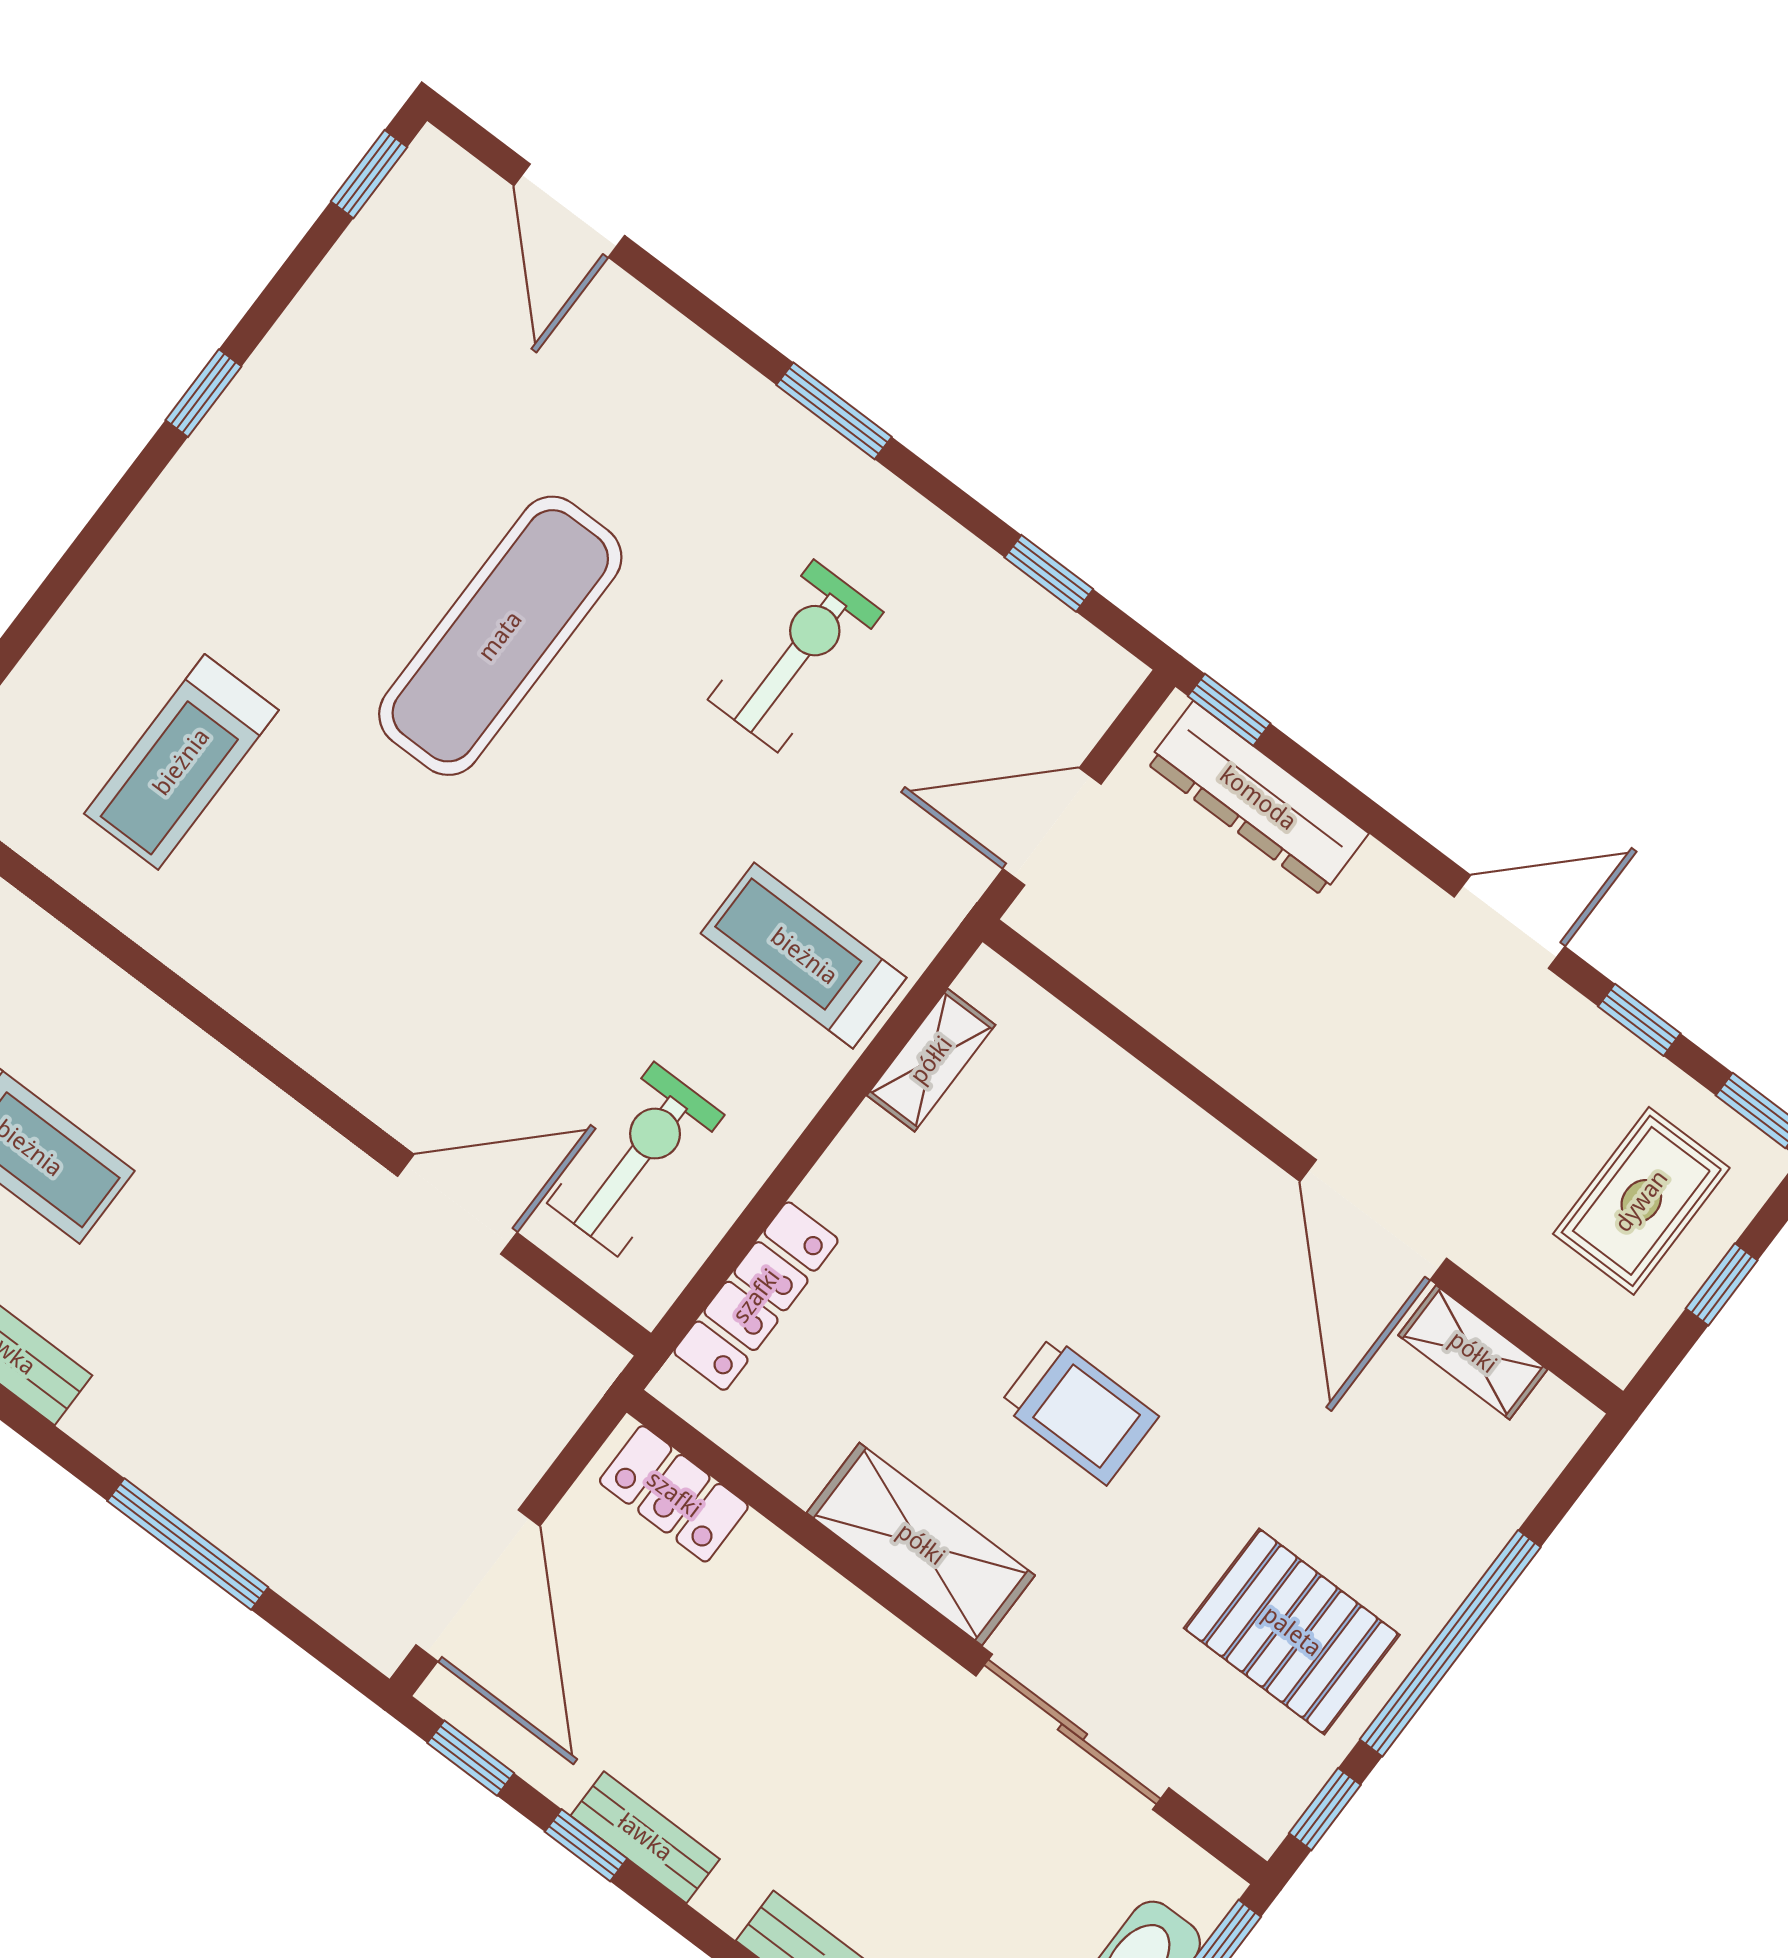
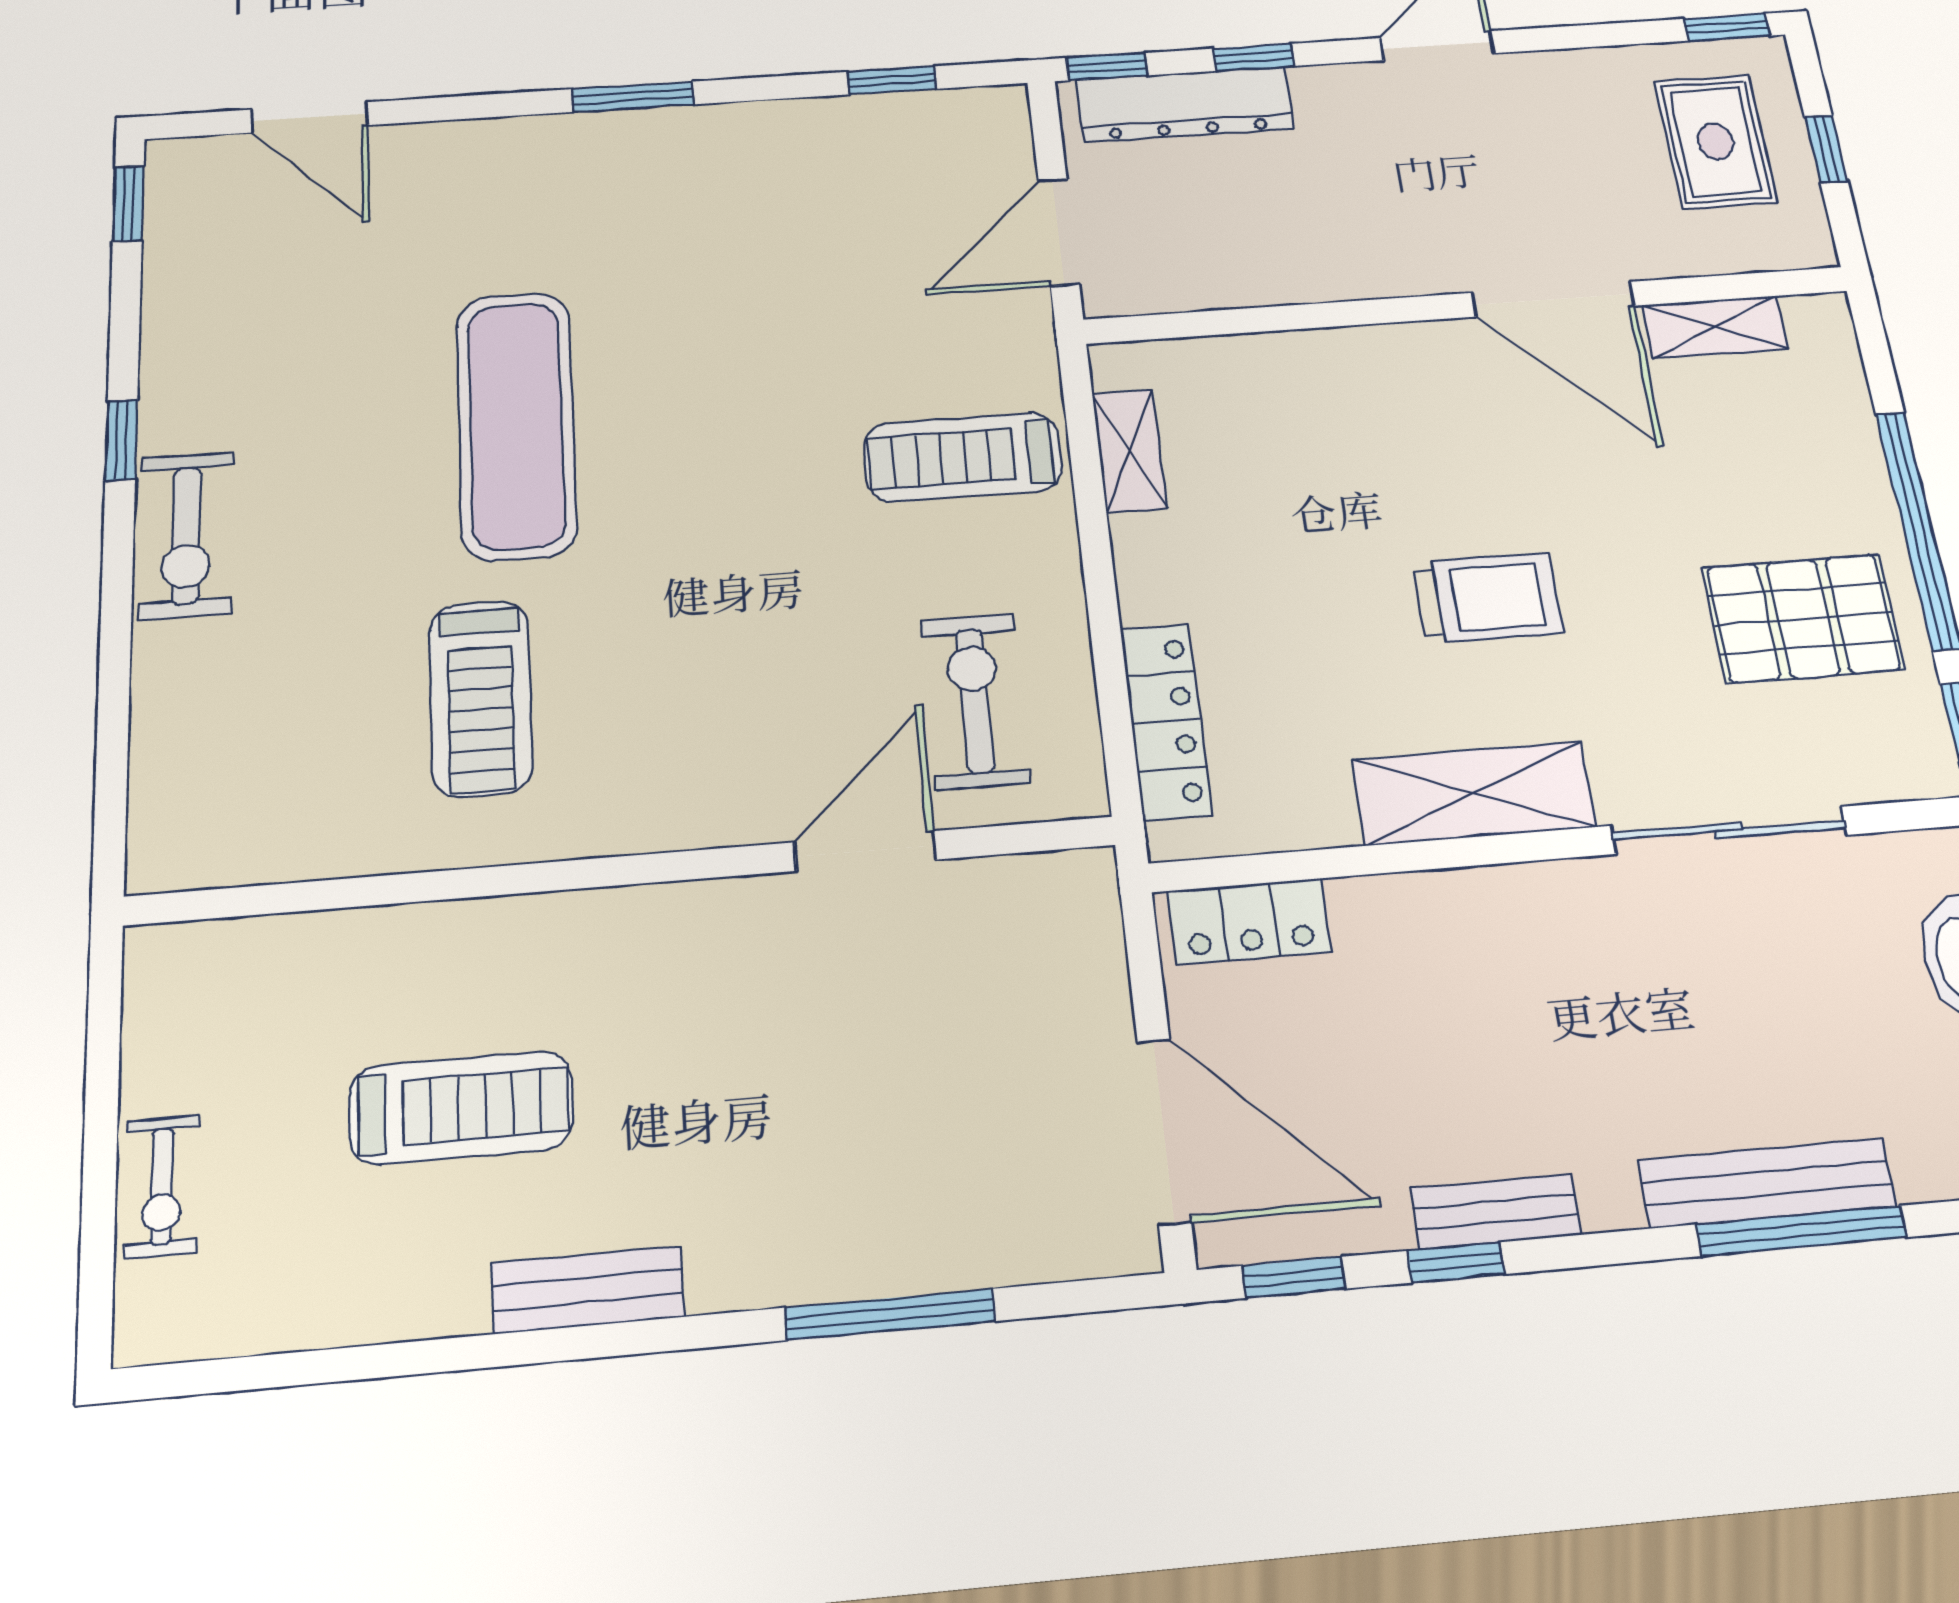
exercise bike: (796, 656) -> (186, 535), moved, turned 180
treadmill: (181, 762) -> (481, 698), moved
window: (1639, 1020) -> (1254, 57), moved

